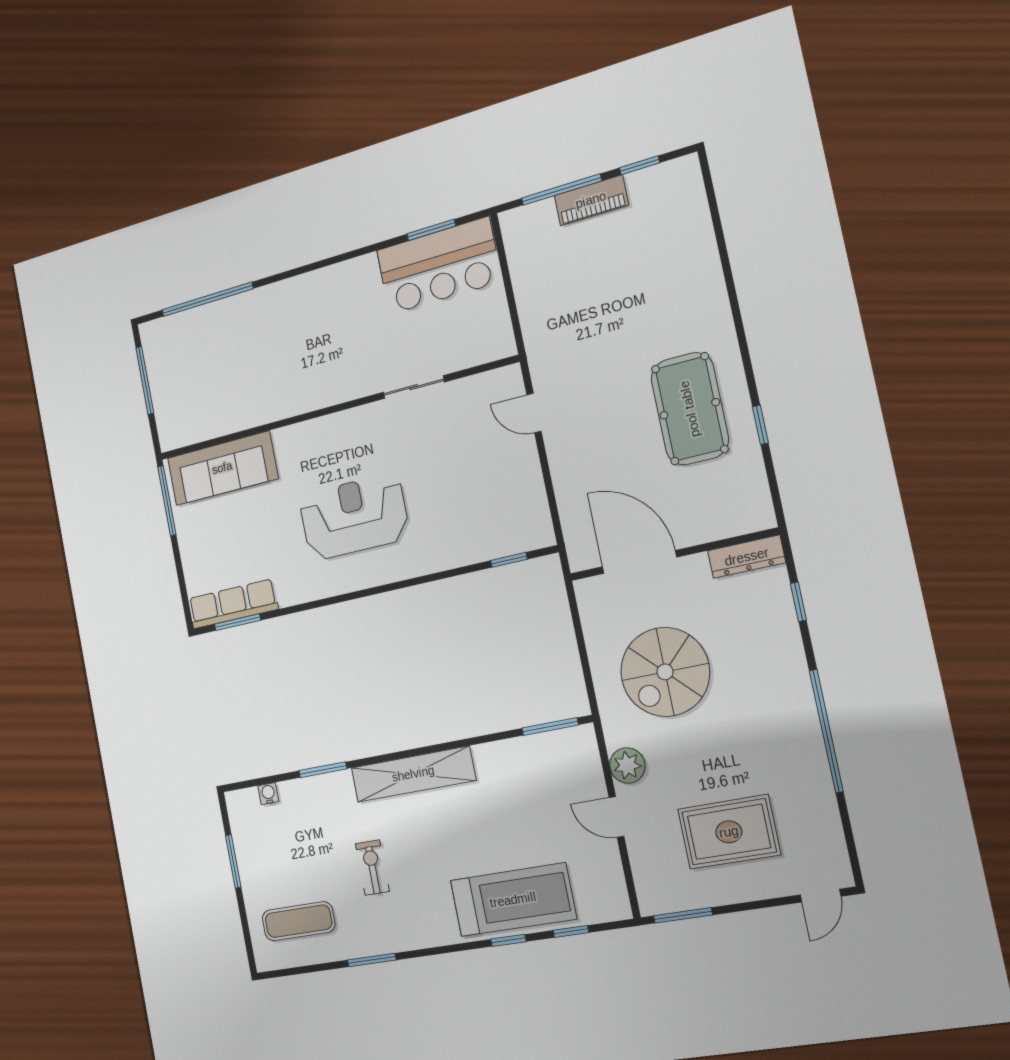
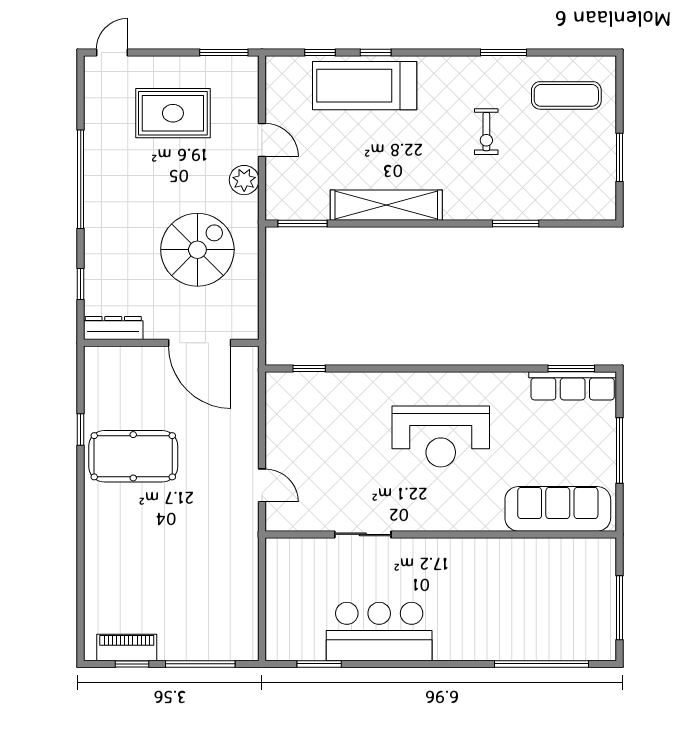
piano: (591, 200) -> (127, 648), moved
bar counter: (439, 266) -> (379, 632), moved
pool table: (690, 409) -> (133, 456), turned 90
window: (167, 501) -> (620, 451), moved
shelving: (413, 774) -> (386, 205), moved
water cooler: (268, 794) -> (573, 212), removed

